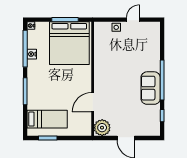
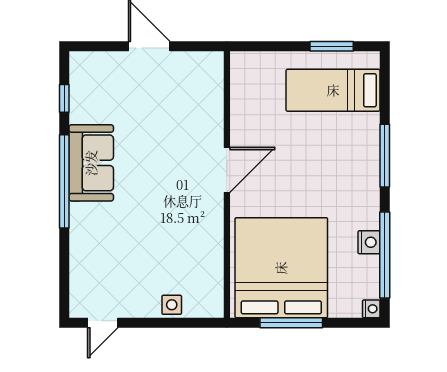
door: (133, 20) -> (103, 323), moved
door: (93, 102) -> (227, 170), moved
plant: (102, 128) -> (205, 70), removed

